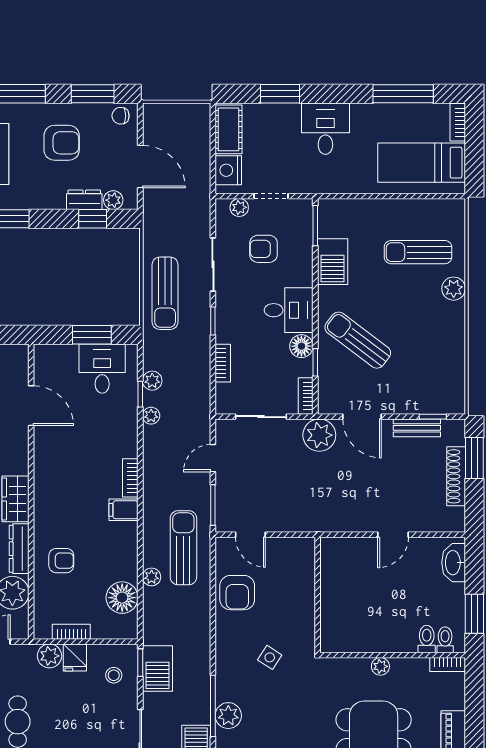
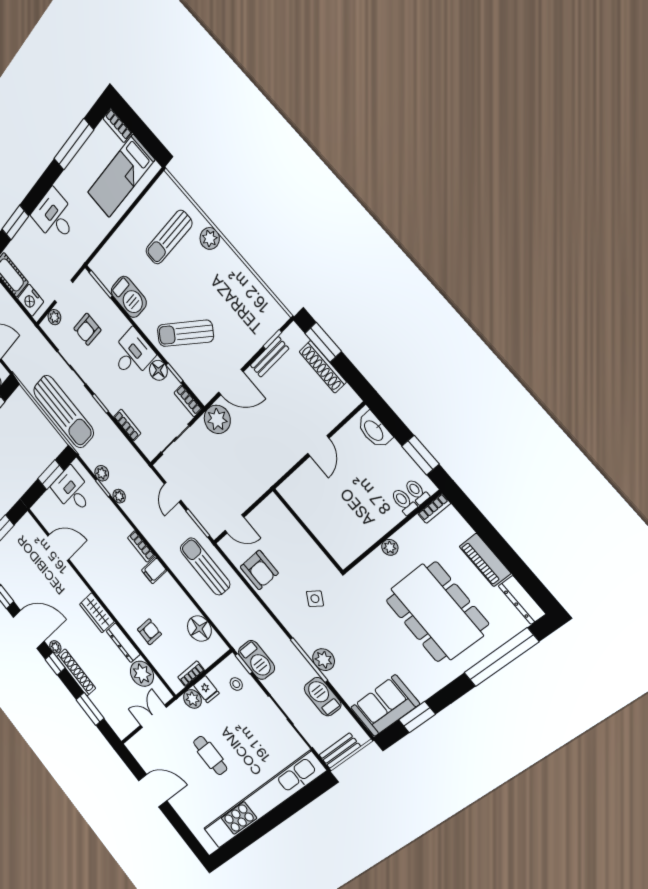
sun lounger: (165, 293) -> (63, 412), width x1.36, depth x1.34
plant: (152, 577) -> (204, 601), removed

